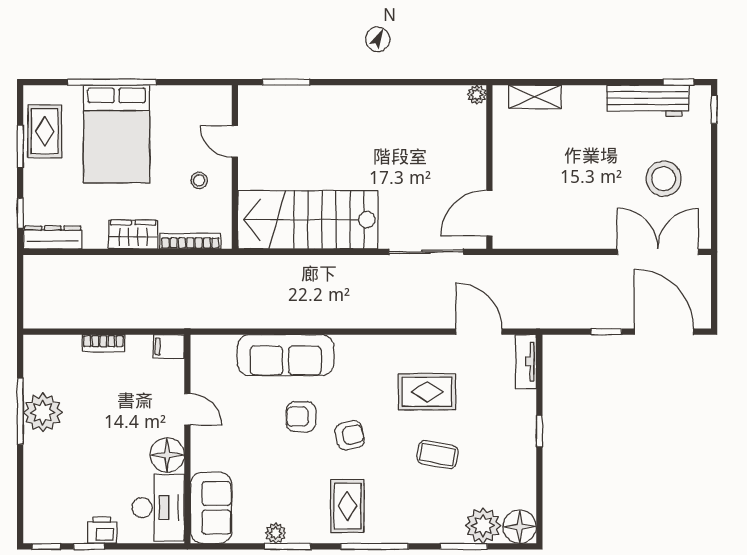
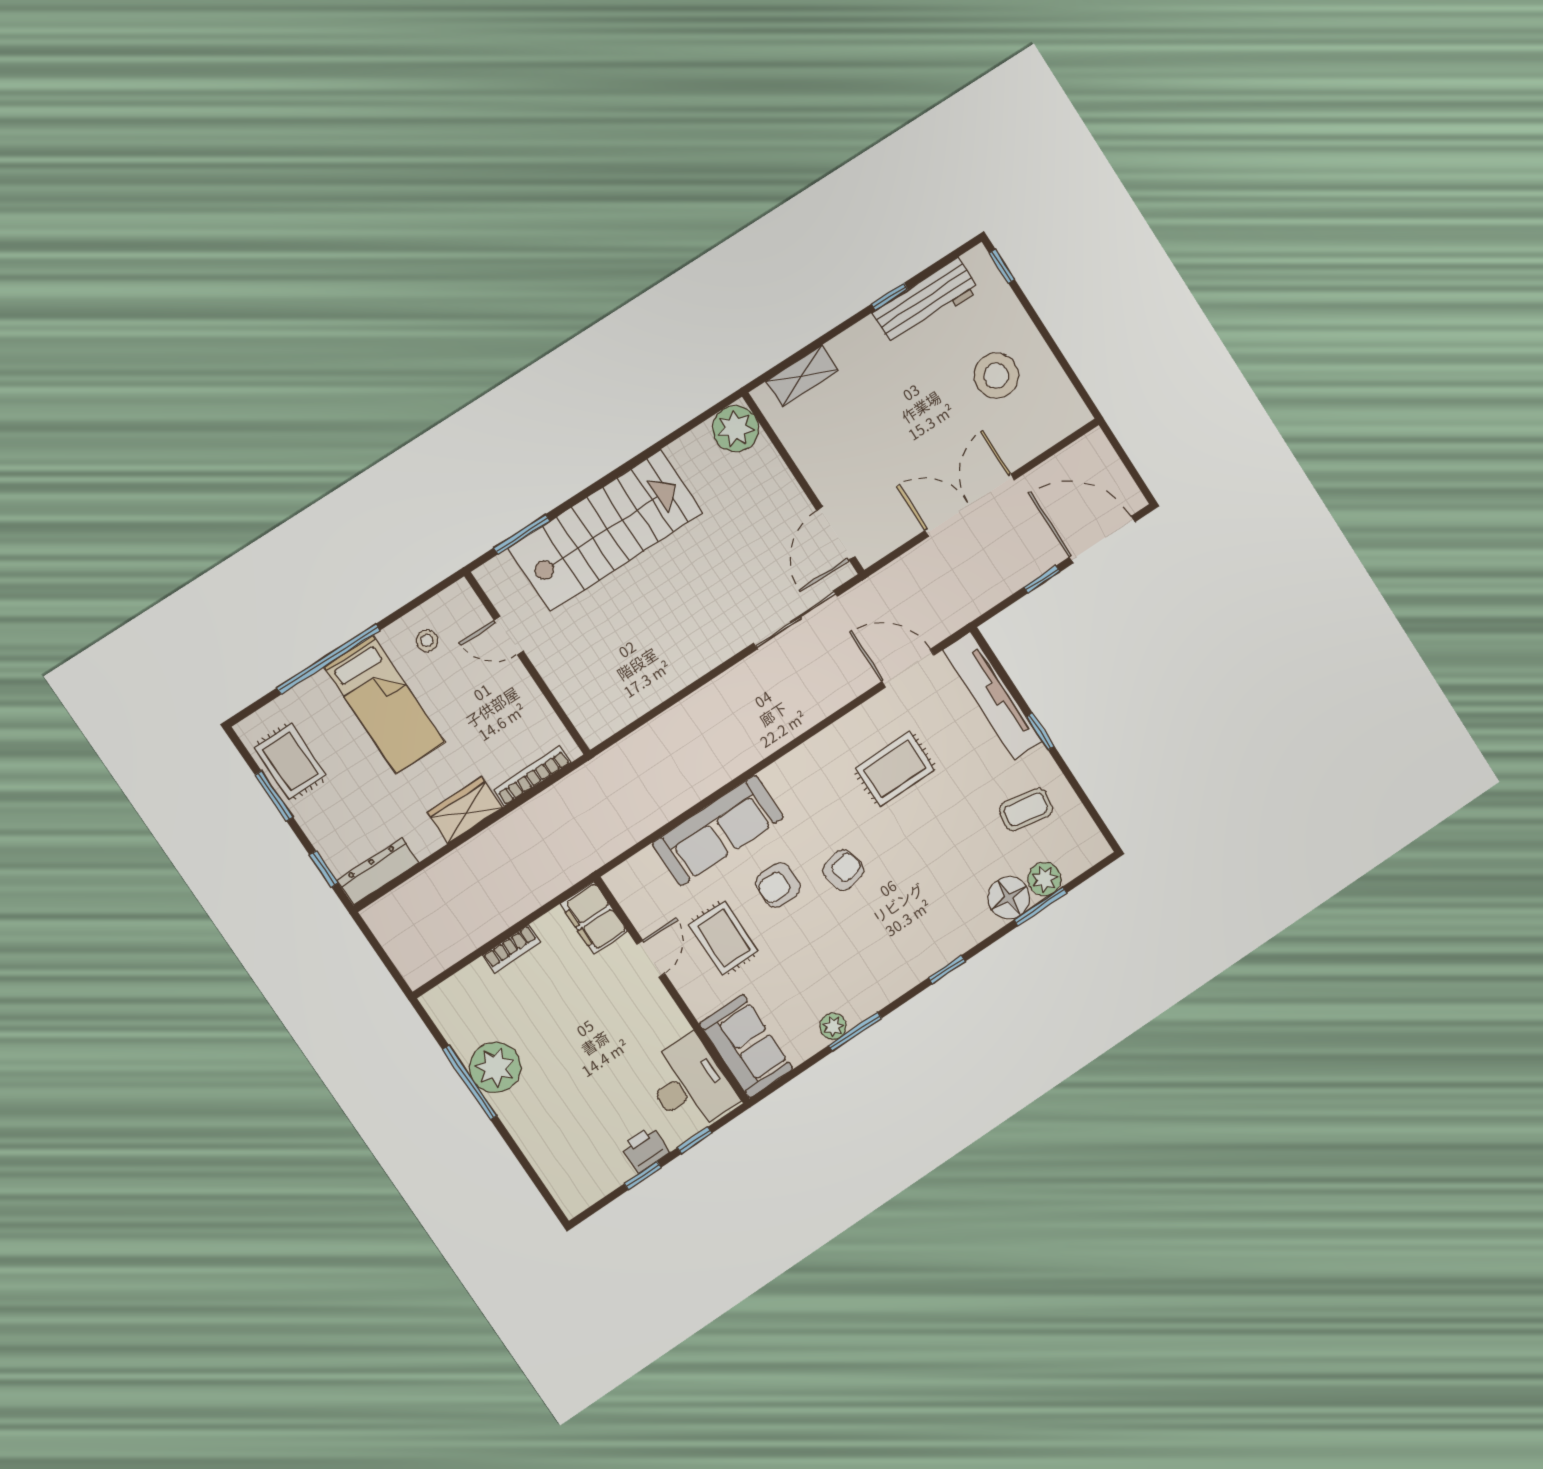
window: (678, 82) -> (890, 297), moved
plant: (477, 95) -> (735, 429), width x1.87, depth x1.87
bed: (117, 134) -> (385, 705), width x0.67
stool: (199, 180) -> (427, 641), moved
stairs: (308, 220) -> (606, 530), moved, turned 180
double door: (658, 252) -> (970, 505), moved
filing cabinet: (169, 347) -> (594, 918), width x2.00
tv unit: (526, 362) -> (993, 696), width x1.92, depth x1.29
door: (187, 409) -> (651, 959), hinge flipped
floor lamp: (167, 455) -> (662, 1022), removed
coffee table: (437, 455) -> (1026, 809), moved
rug: (347, 506) -> (724, 938), moved
plant: (483, 525) -> (1045, 879), width x0.73, depth x0.73
floor lamp: (520, 527) -> (1009, 898), moved
window: (46, 546) -> (695, 1140), moved
window: (375, 546) -> (947, 970), width x0.46

